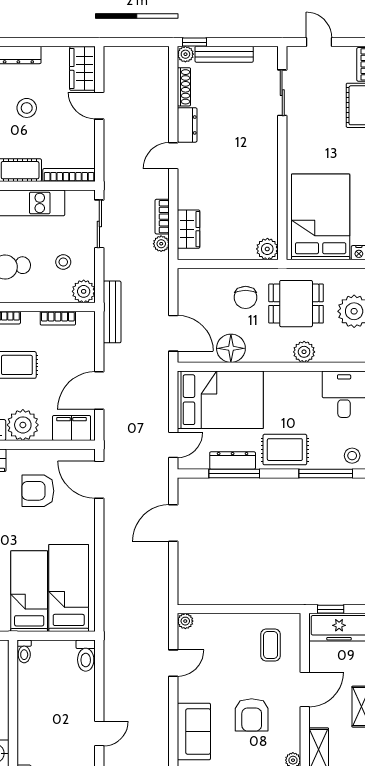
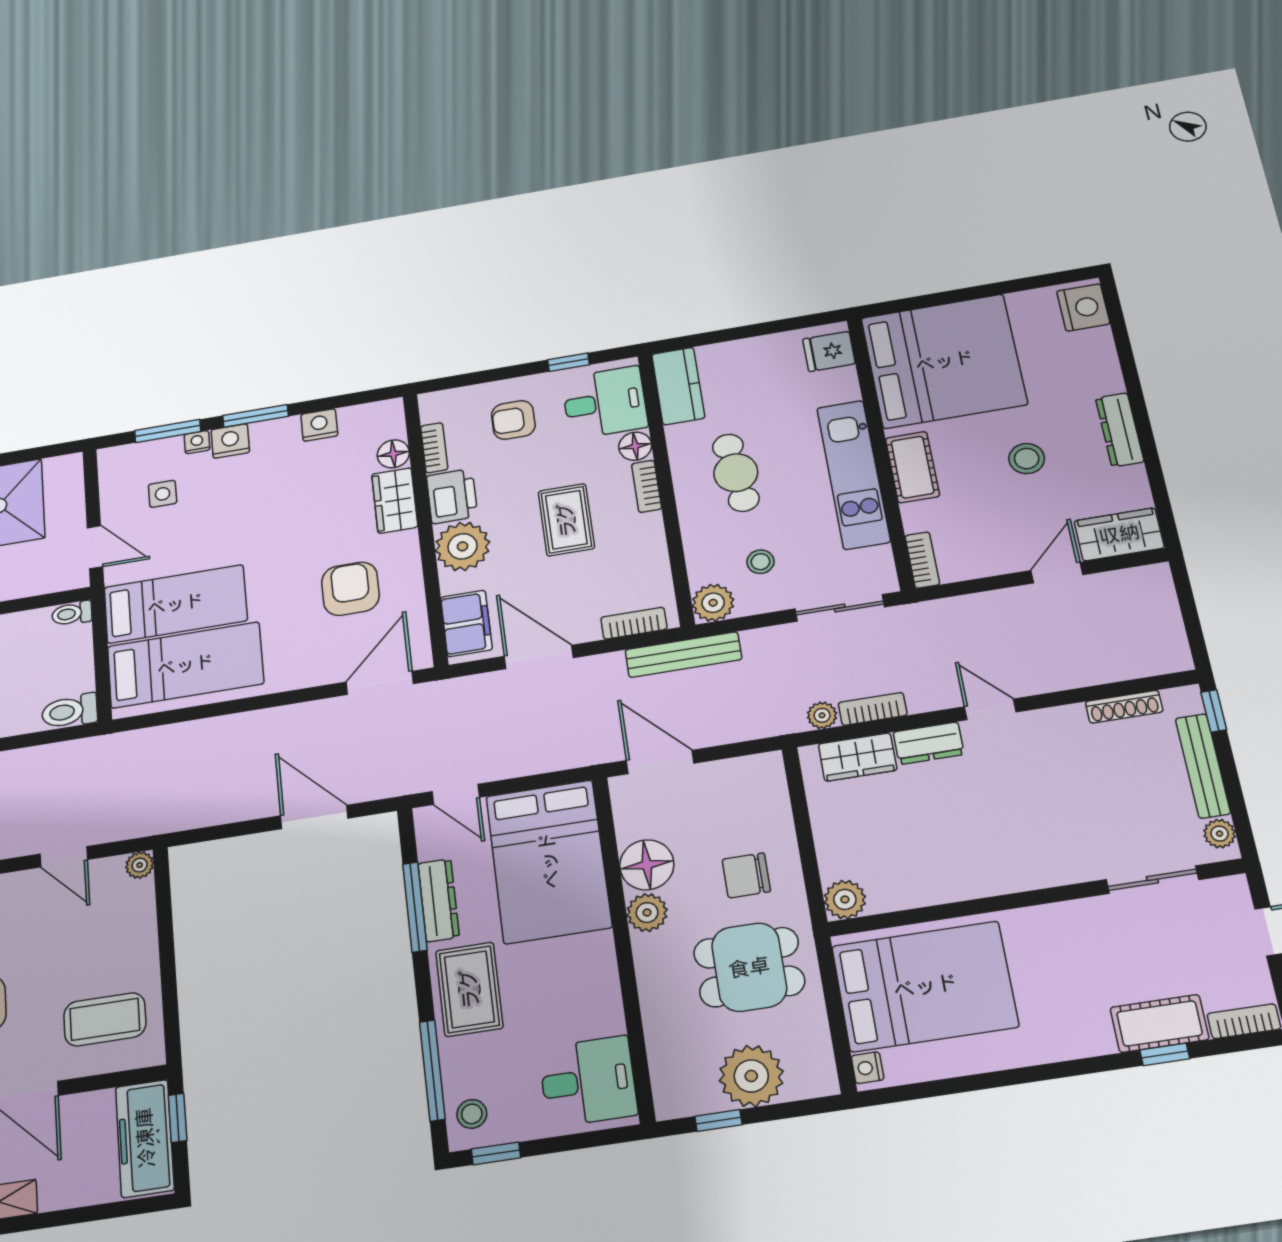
plant: (185, 54) -> (1220, 834), moved
dresser: (187, 125) -> (929, 743), moved
bookcase: (69, 175) -> (922, 560), width x0.64
dining table: (296, 304) -> (749, 967), turned 90
bookcase: (58, 318) -> (634, 623), moved, turned 90
door: (173, 333) -> (660, 762), swing flipped
plant: (304, 352) -> (647, 913), moved
coffee table: (271, 645) -> (105, 1019), width x1.36, depth x1.30

